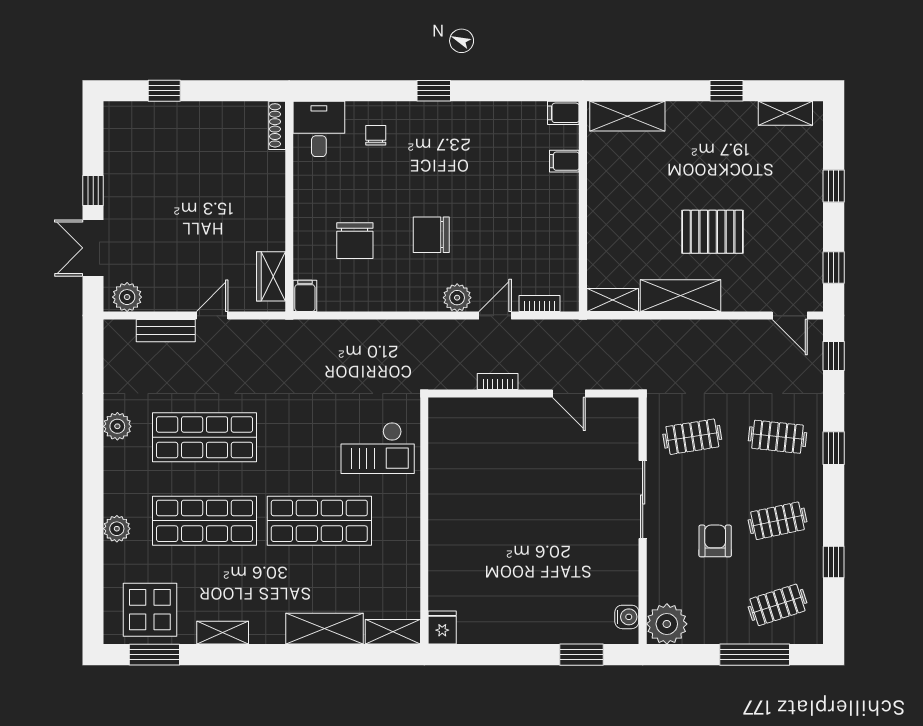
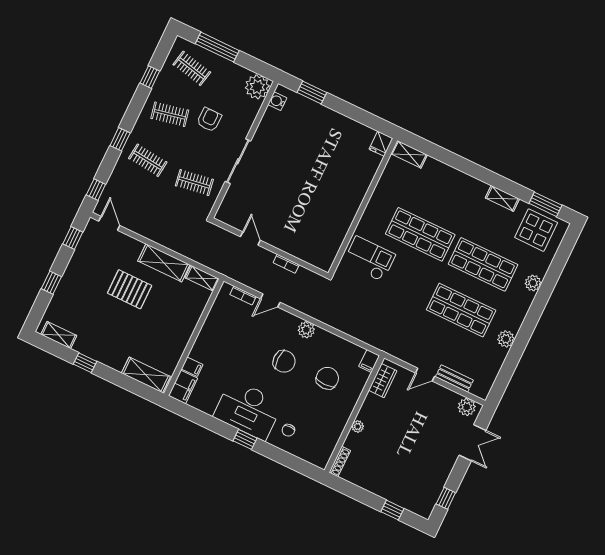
filing cabinet: (563, 113) -> (183, 387), width x2.00
desk: (319, 129) -> (248, 410), moved, width x1.87, depth x1.30
plant: (275, 190) -> (358, 426), added
window: (93, 191) -> (446, 498), moved
plant: (457, 298) -> (306, 330), moved
armchair: (715, 541) -> (209, 120), turned 180
clothes rail: (777, 605) -> (192, 68), turned 30
shelving: (324, 629) -> (446, 174), removed

